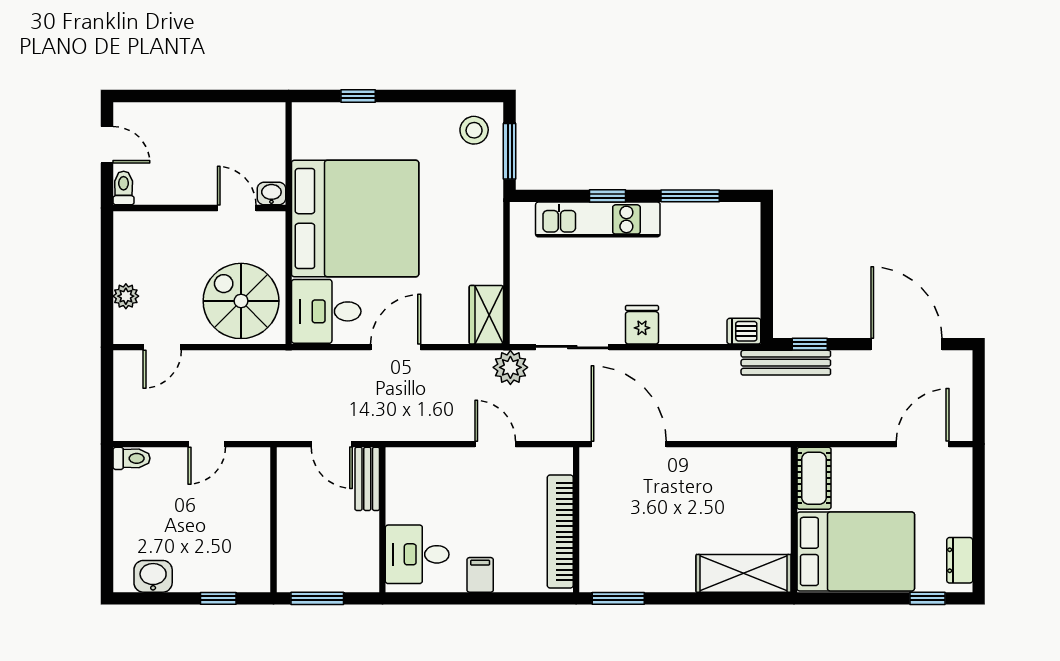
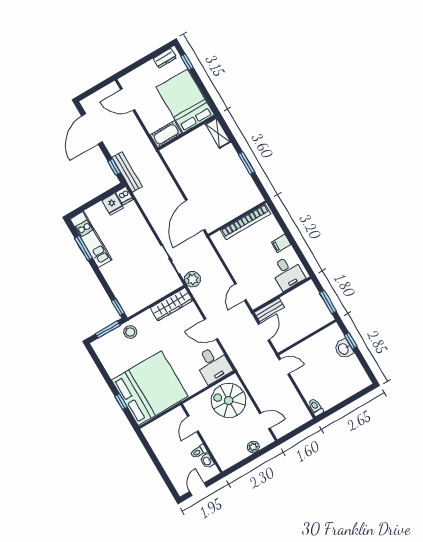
stool: (474, 130) -> (130, 332), moved
toilet: (124, 188) -> (199, 452), moved
washbasin: (271, 194) -> (207, 461), moved
window: (608, 196) -> (118, 307), moved
bed: (355, 219) -> (150, 388), moved, turned 90
kitchen unit: (598, 219) -> (91, 239), moved
spiral stairs: (241, 301) -> (229, 401), turned 90
wardrobe: (486, 315) -> (172, 304), width x1.50
fridge: (642, 325) -> (113, 204), moved, turned -90
door: (207, 444) -> (284, 367), moved
door: (495, 444) -> (240, 292), moved
shelving: (744, 573) -> (218, 133), width x0.67, depth x0.75
washbasin: (153, 576) -> (344, 349), moved
window: (618, 598) -> (246, 163), moved

